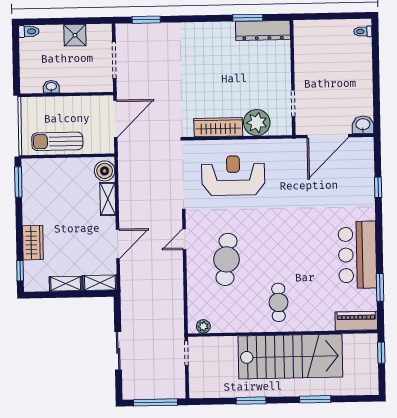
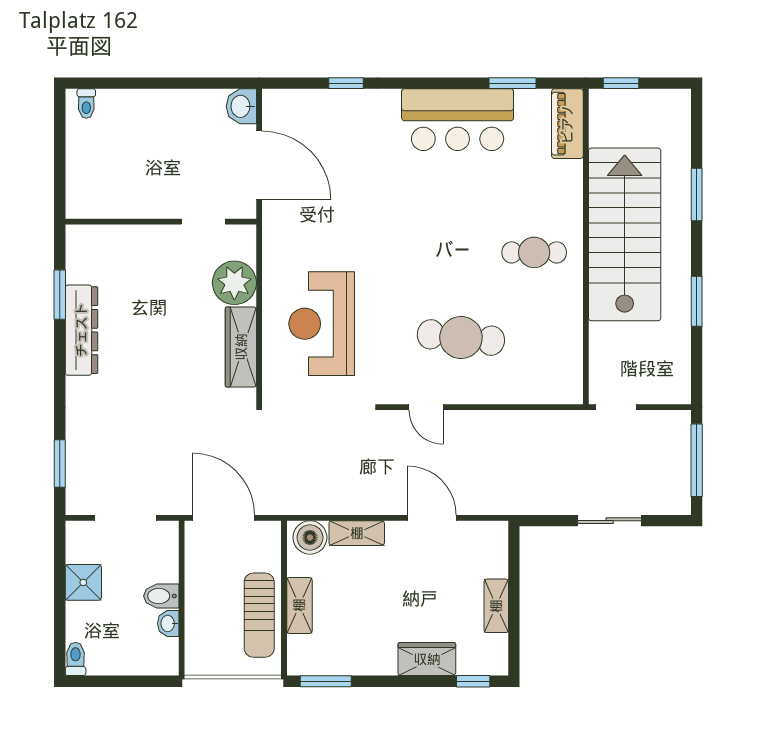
dresser: (263, 30) -> (81, 330), moved
bidet: (68, 82) -> (161, 596), added
shelving: (100, 283) -> (299, 605), moved
plant: (203, 326) -> (572, 378), removed

